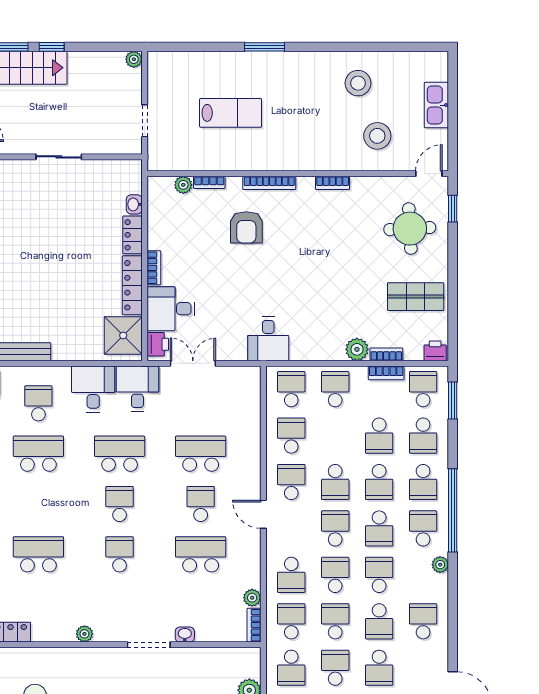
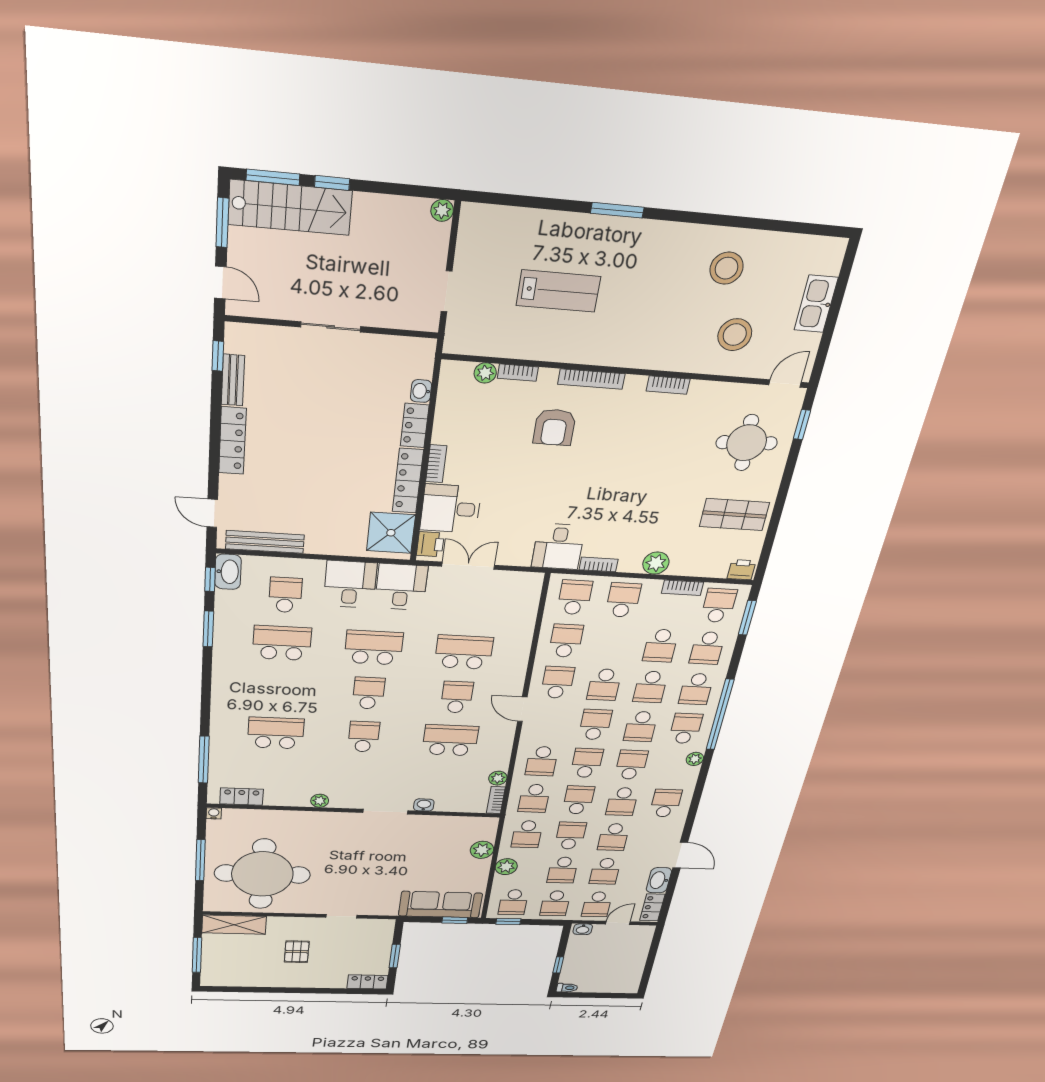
bookcase: (386, 354) -> (599, 565), moved
school desk: (291, 621) -> (534, 798), turned 180

